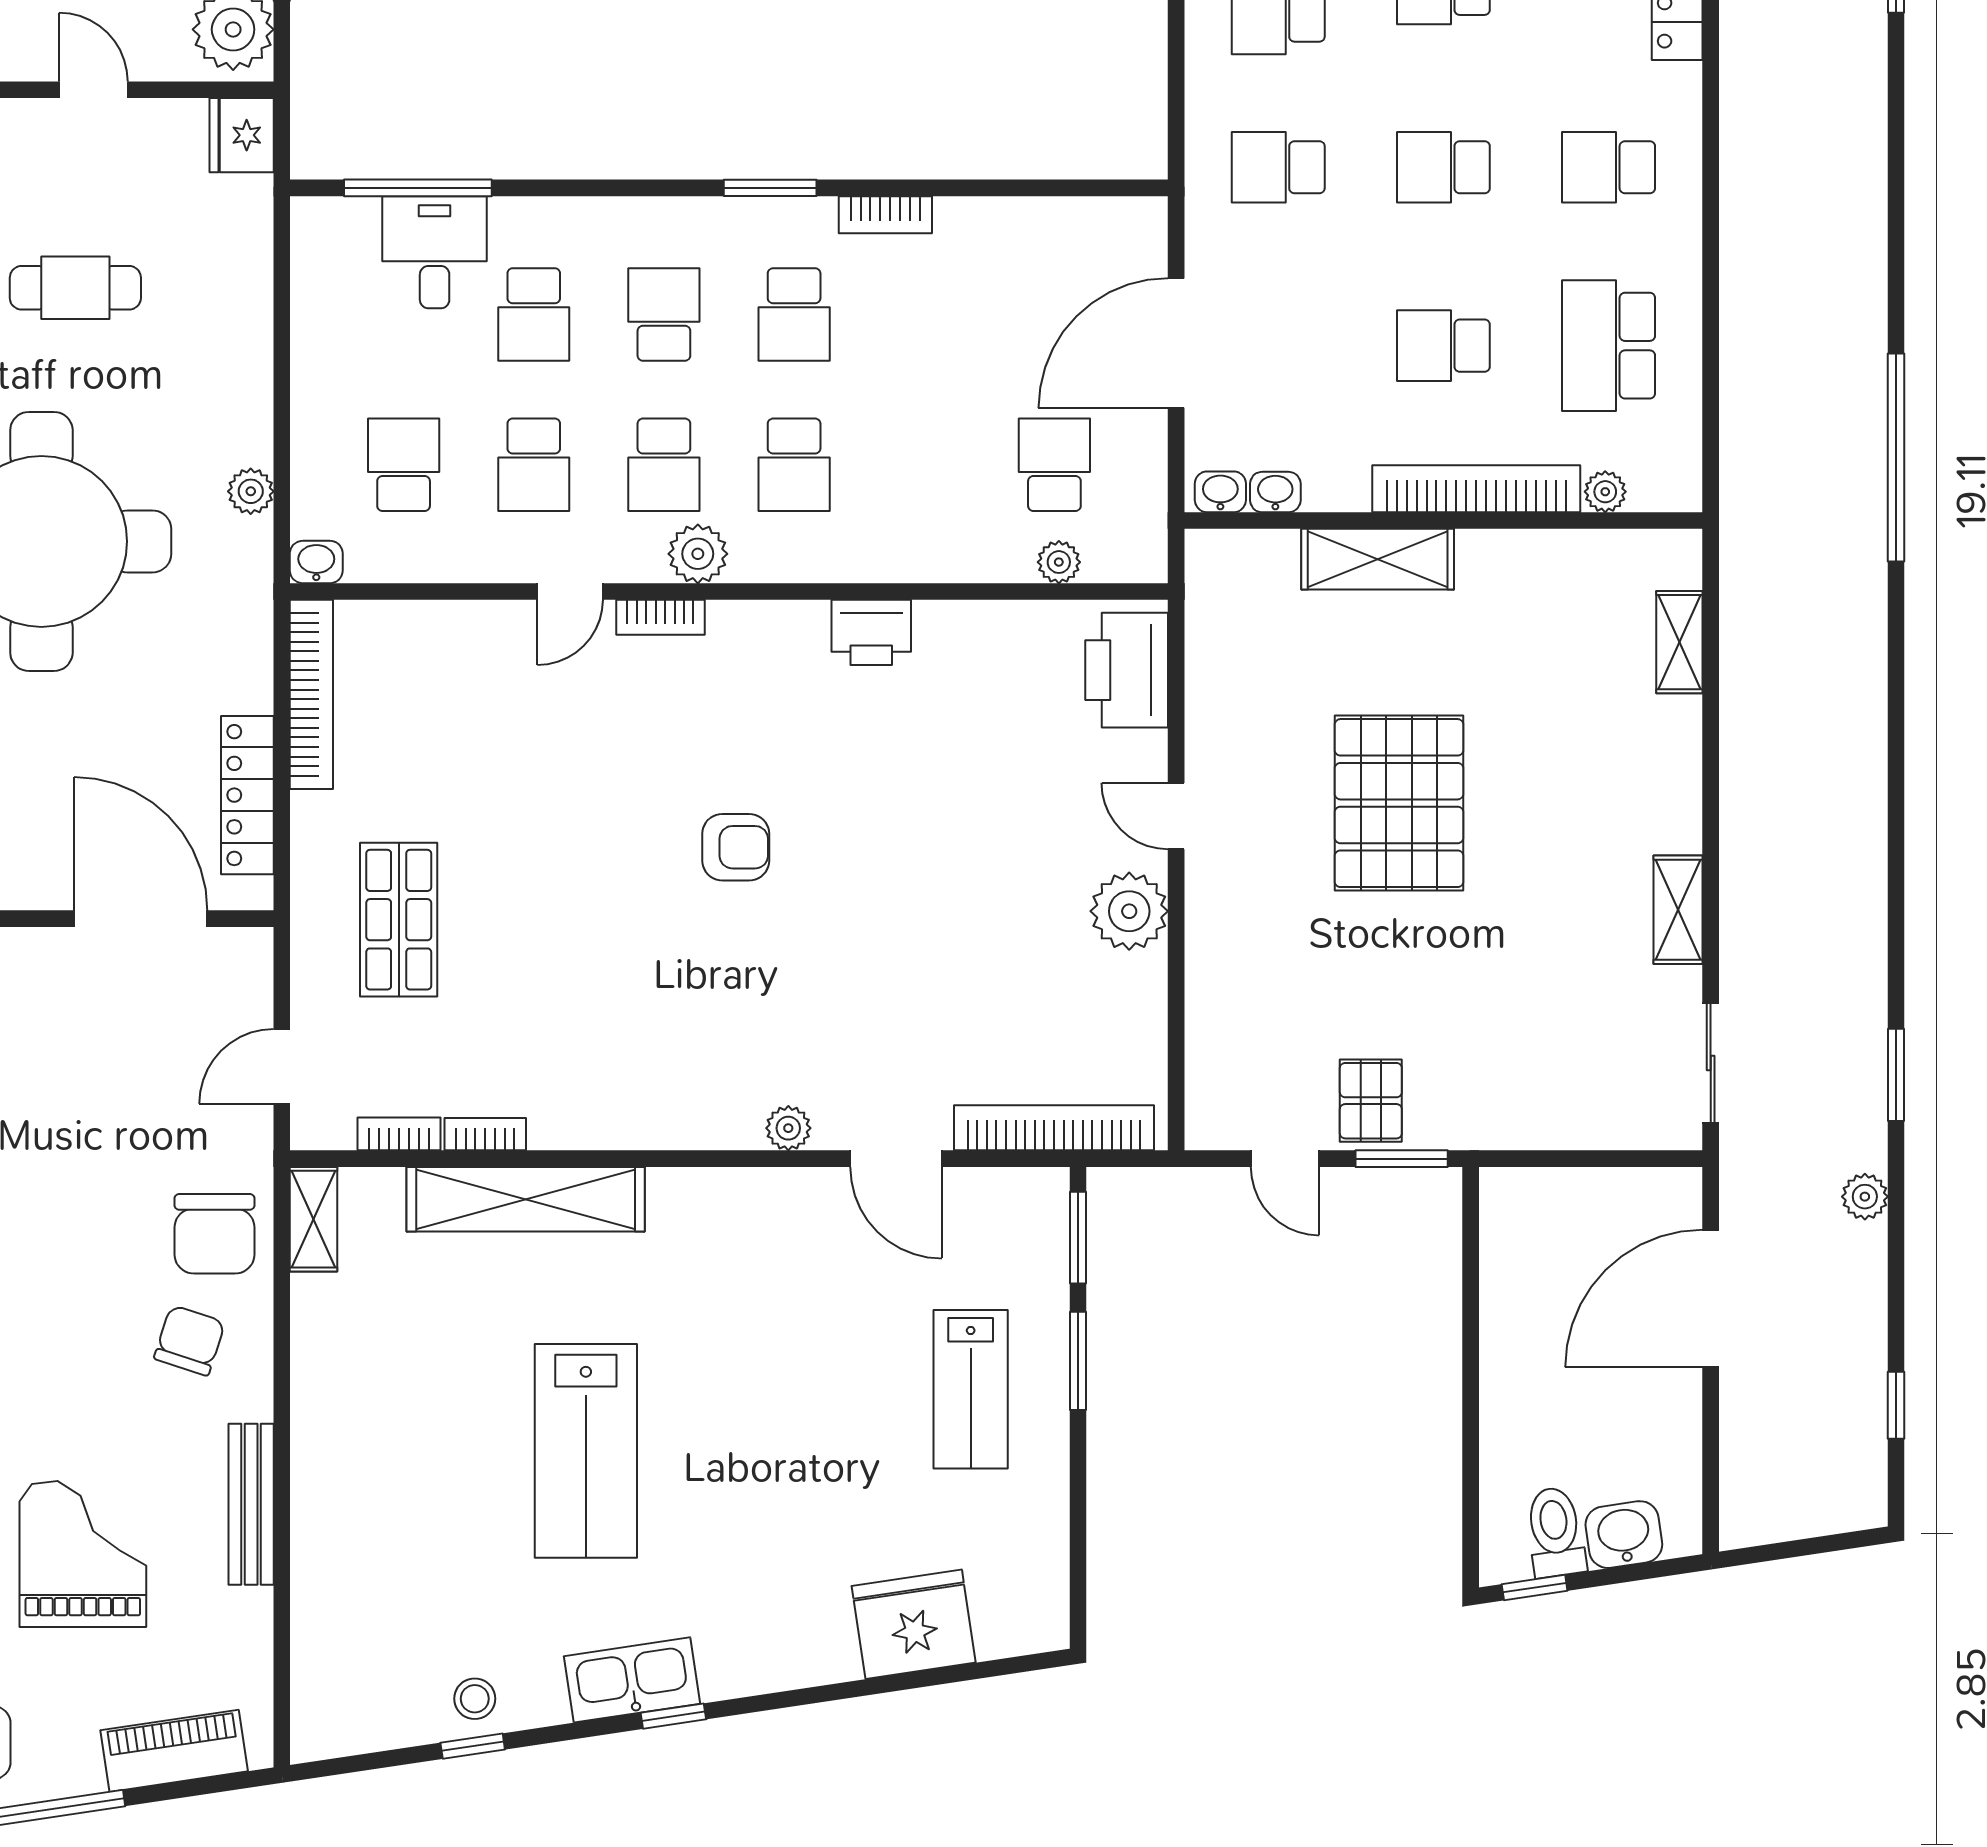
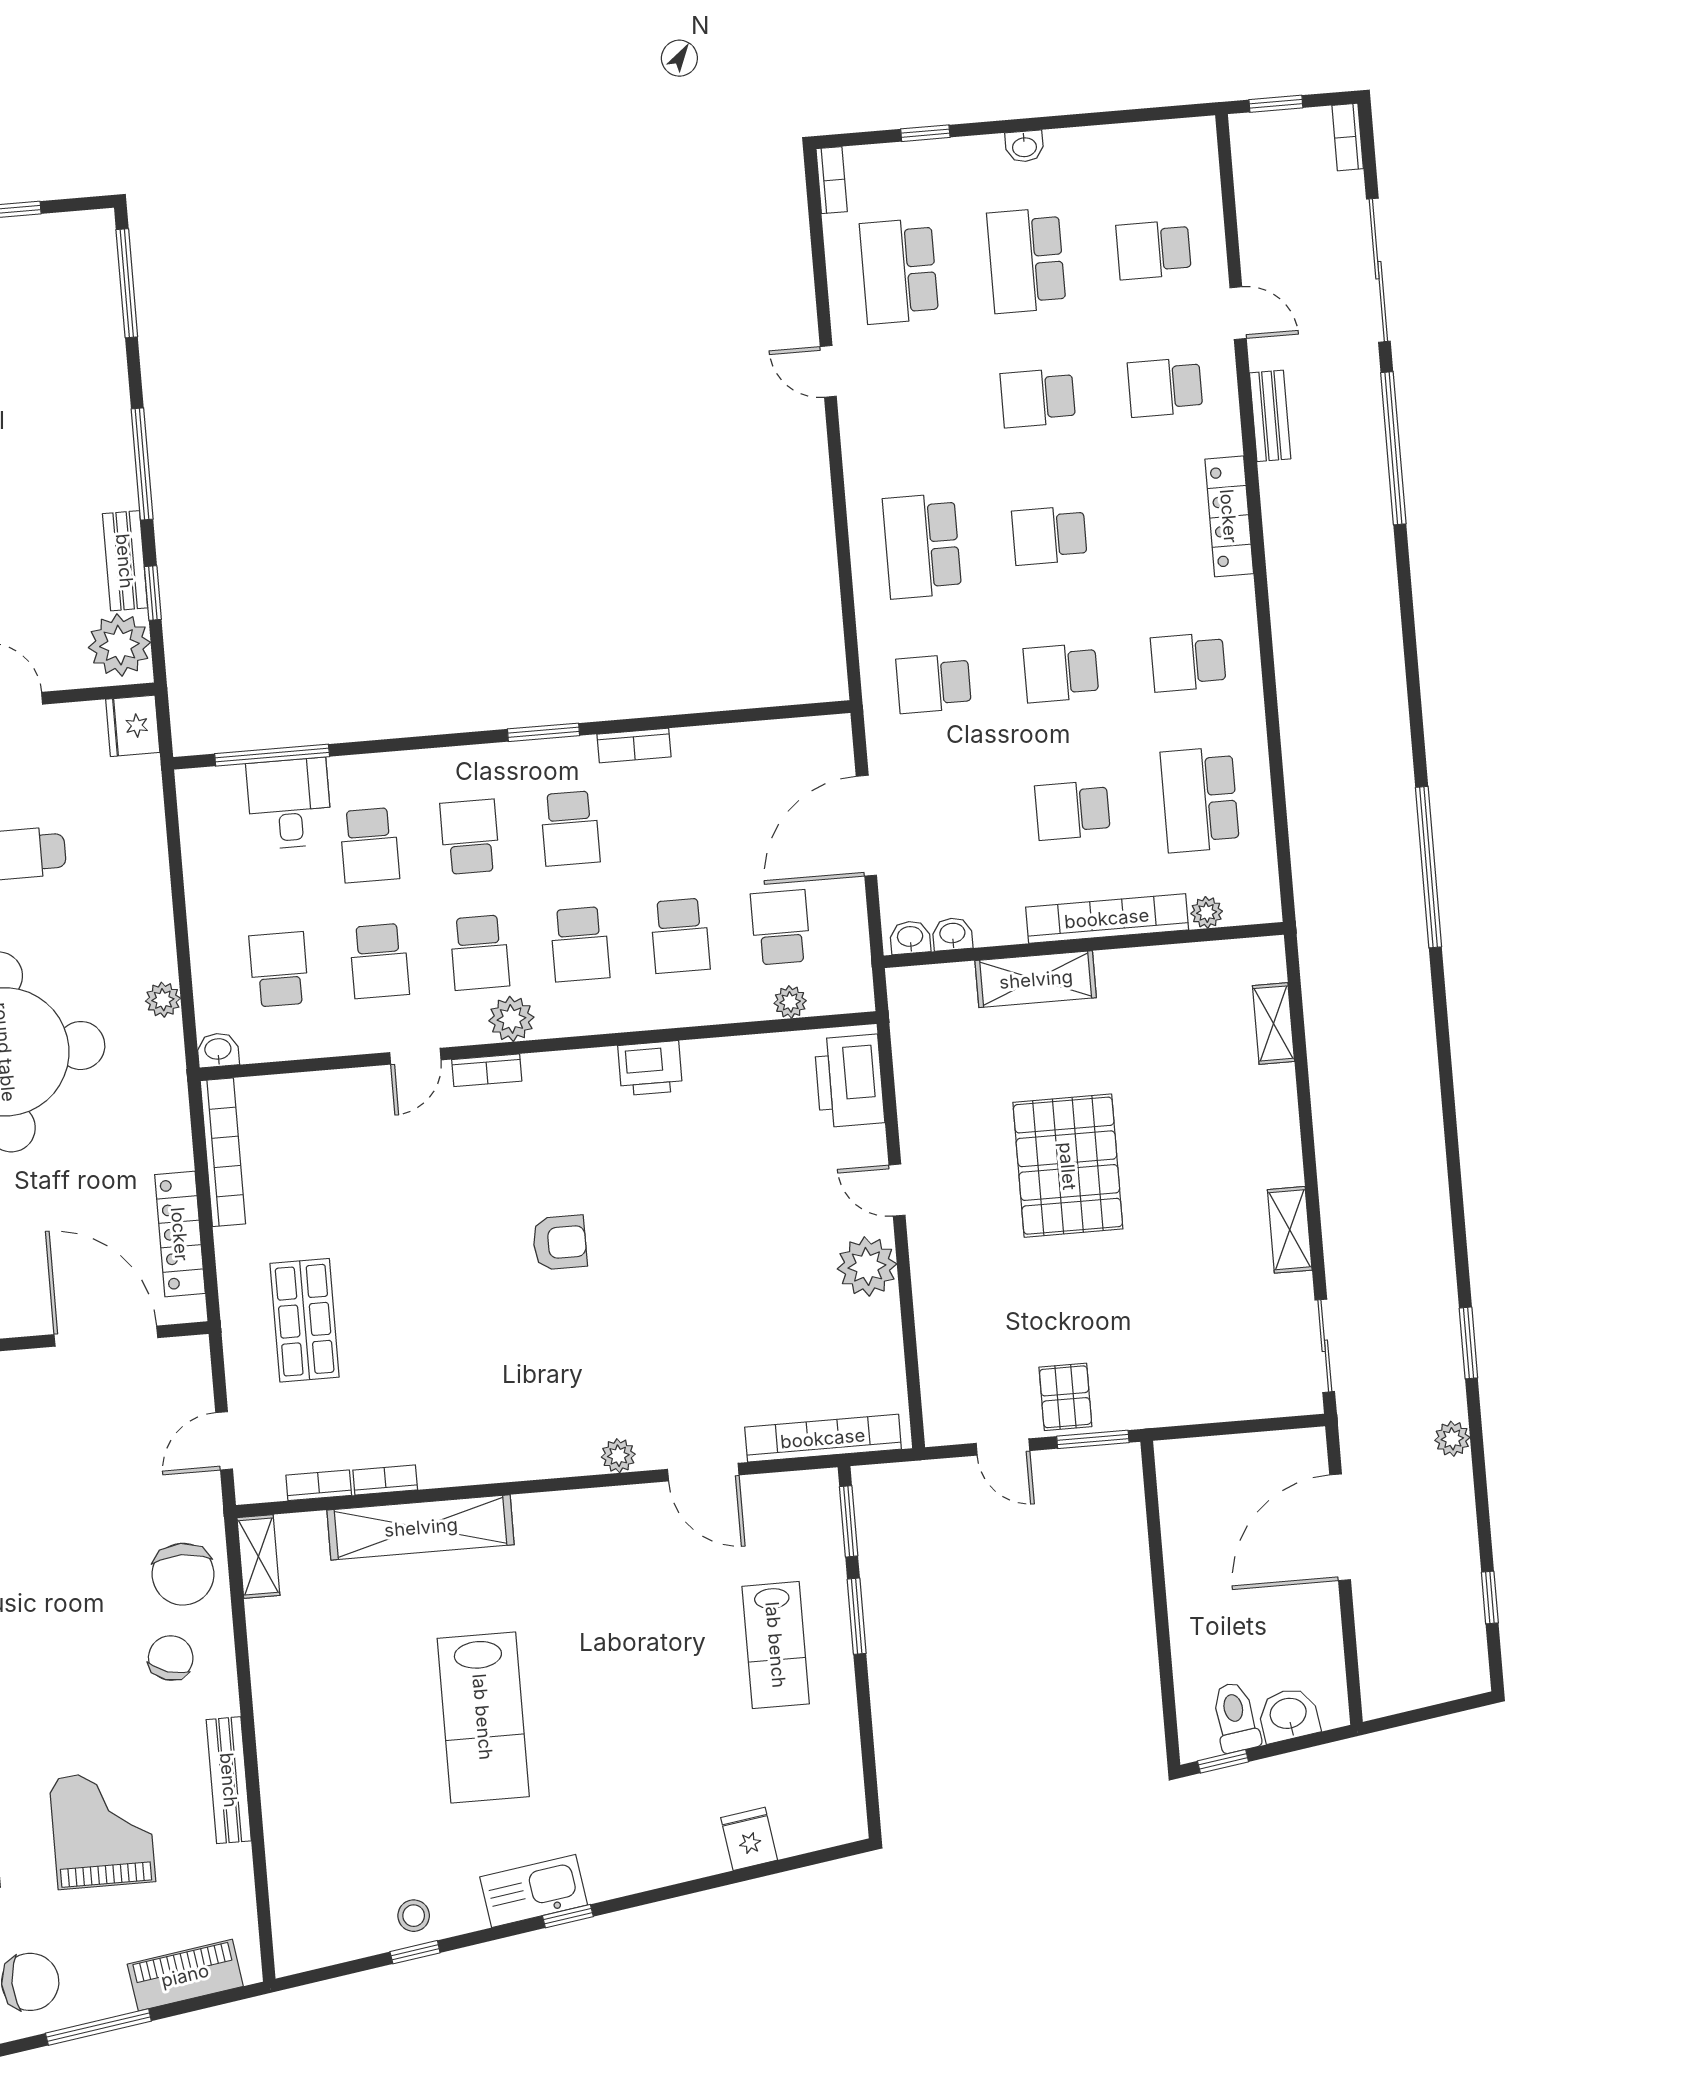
school desk: (924, 465) -> (680, 936), added
fridge: (914, 1624) -> (749, 1839), width x0.53, depth x0.75

